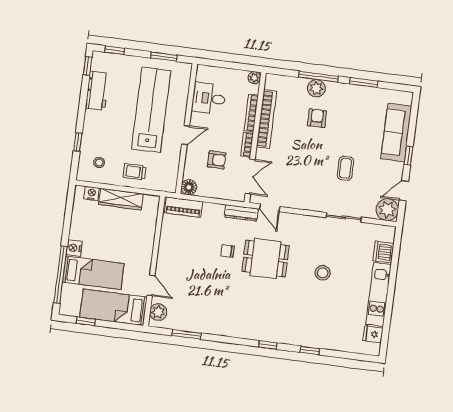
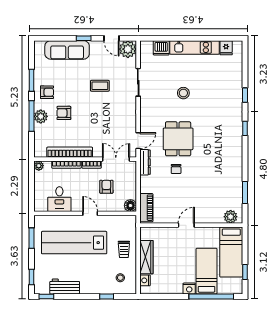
armchair: (346, 100) -> (47, 92), added
door: (151, 285) -> (186, 225), moved

